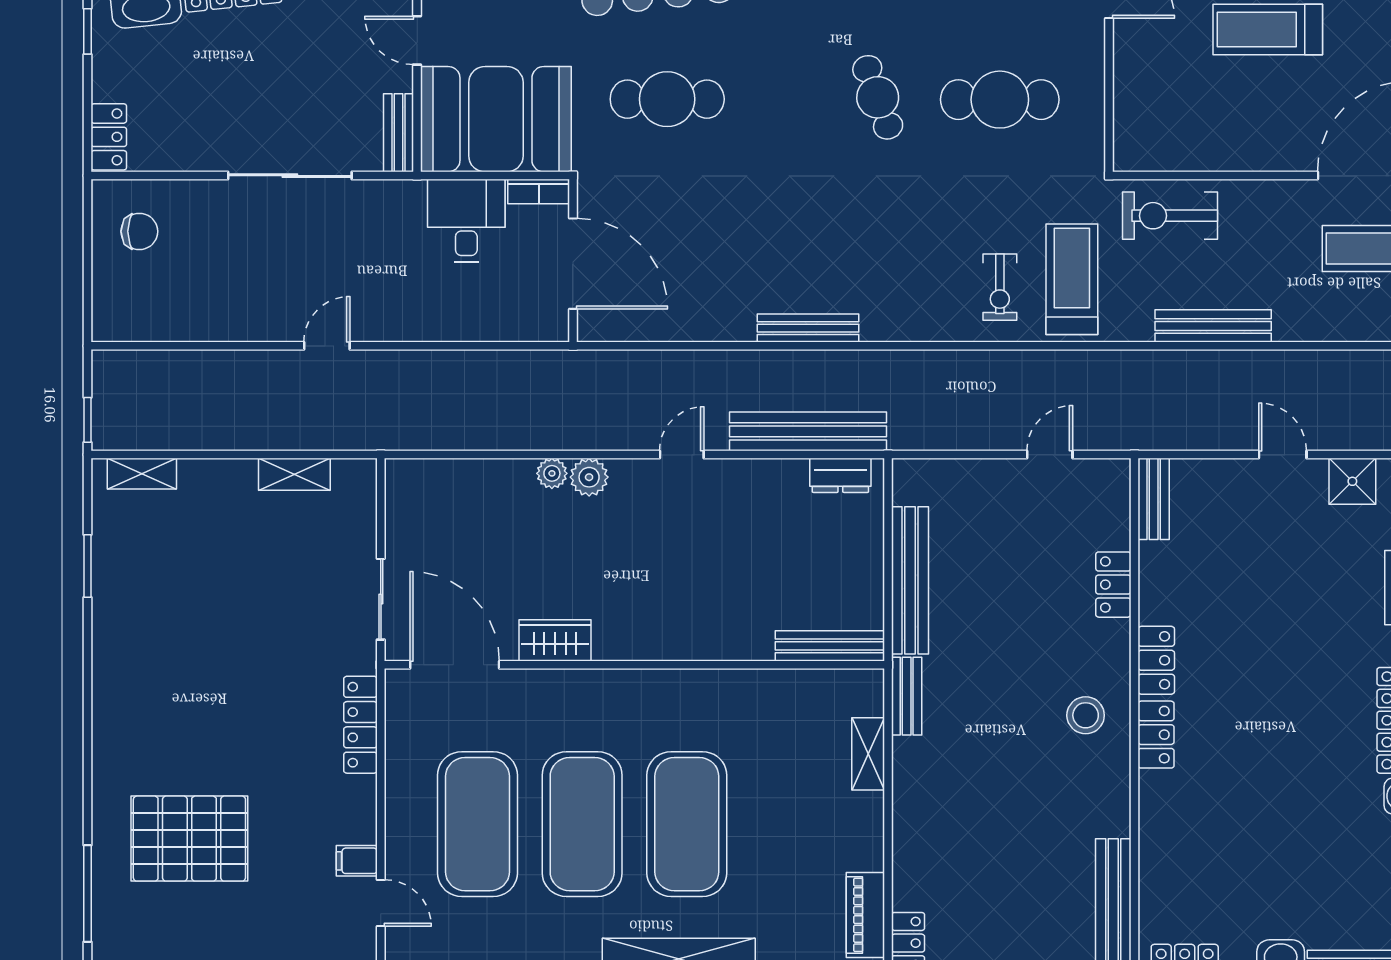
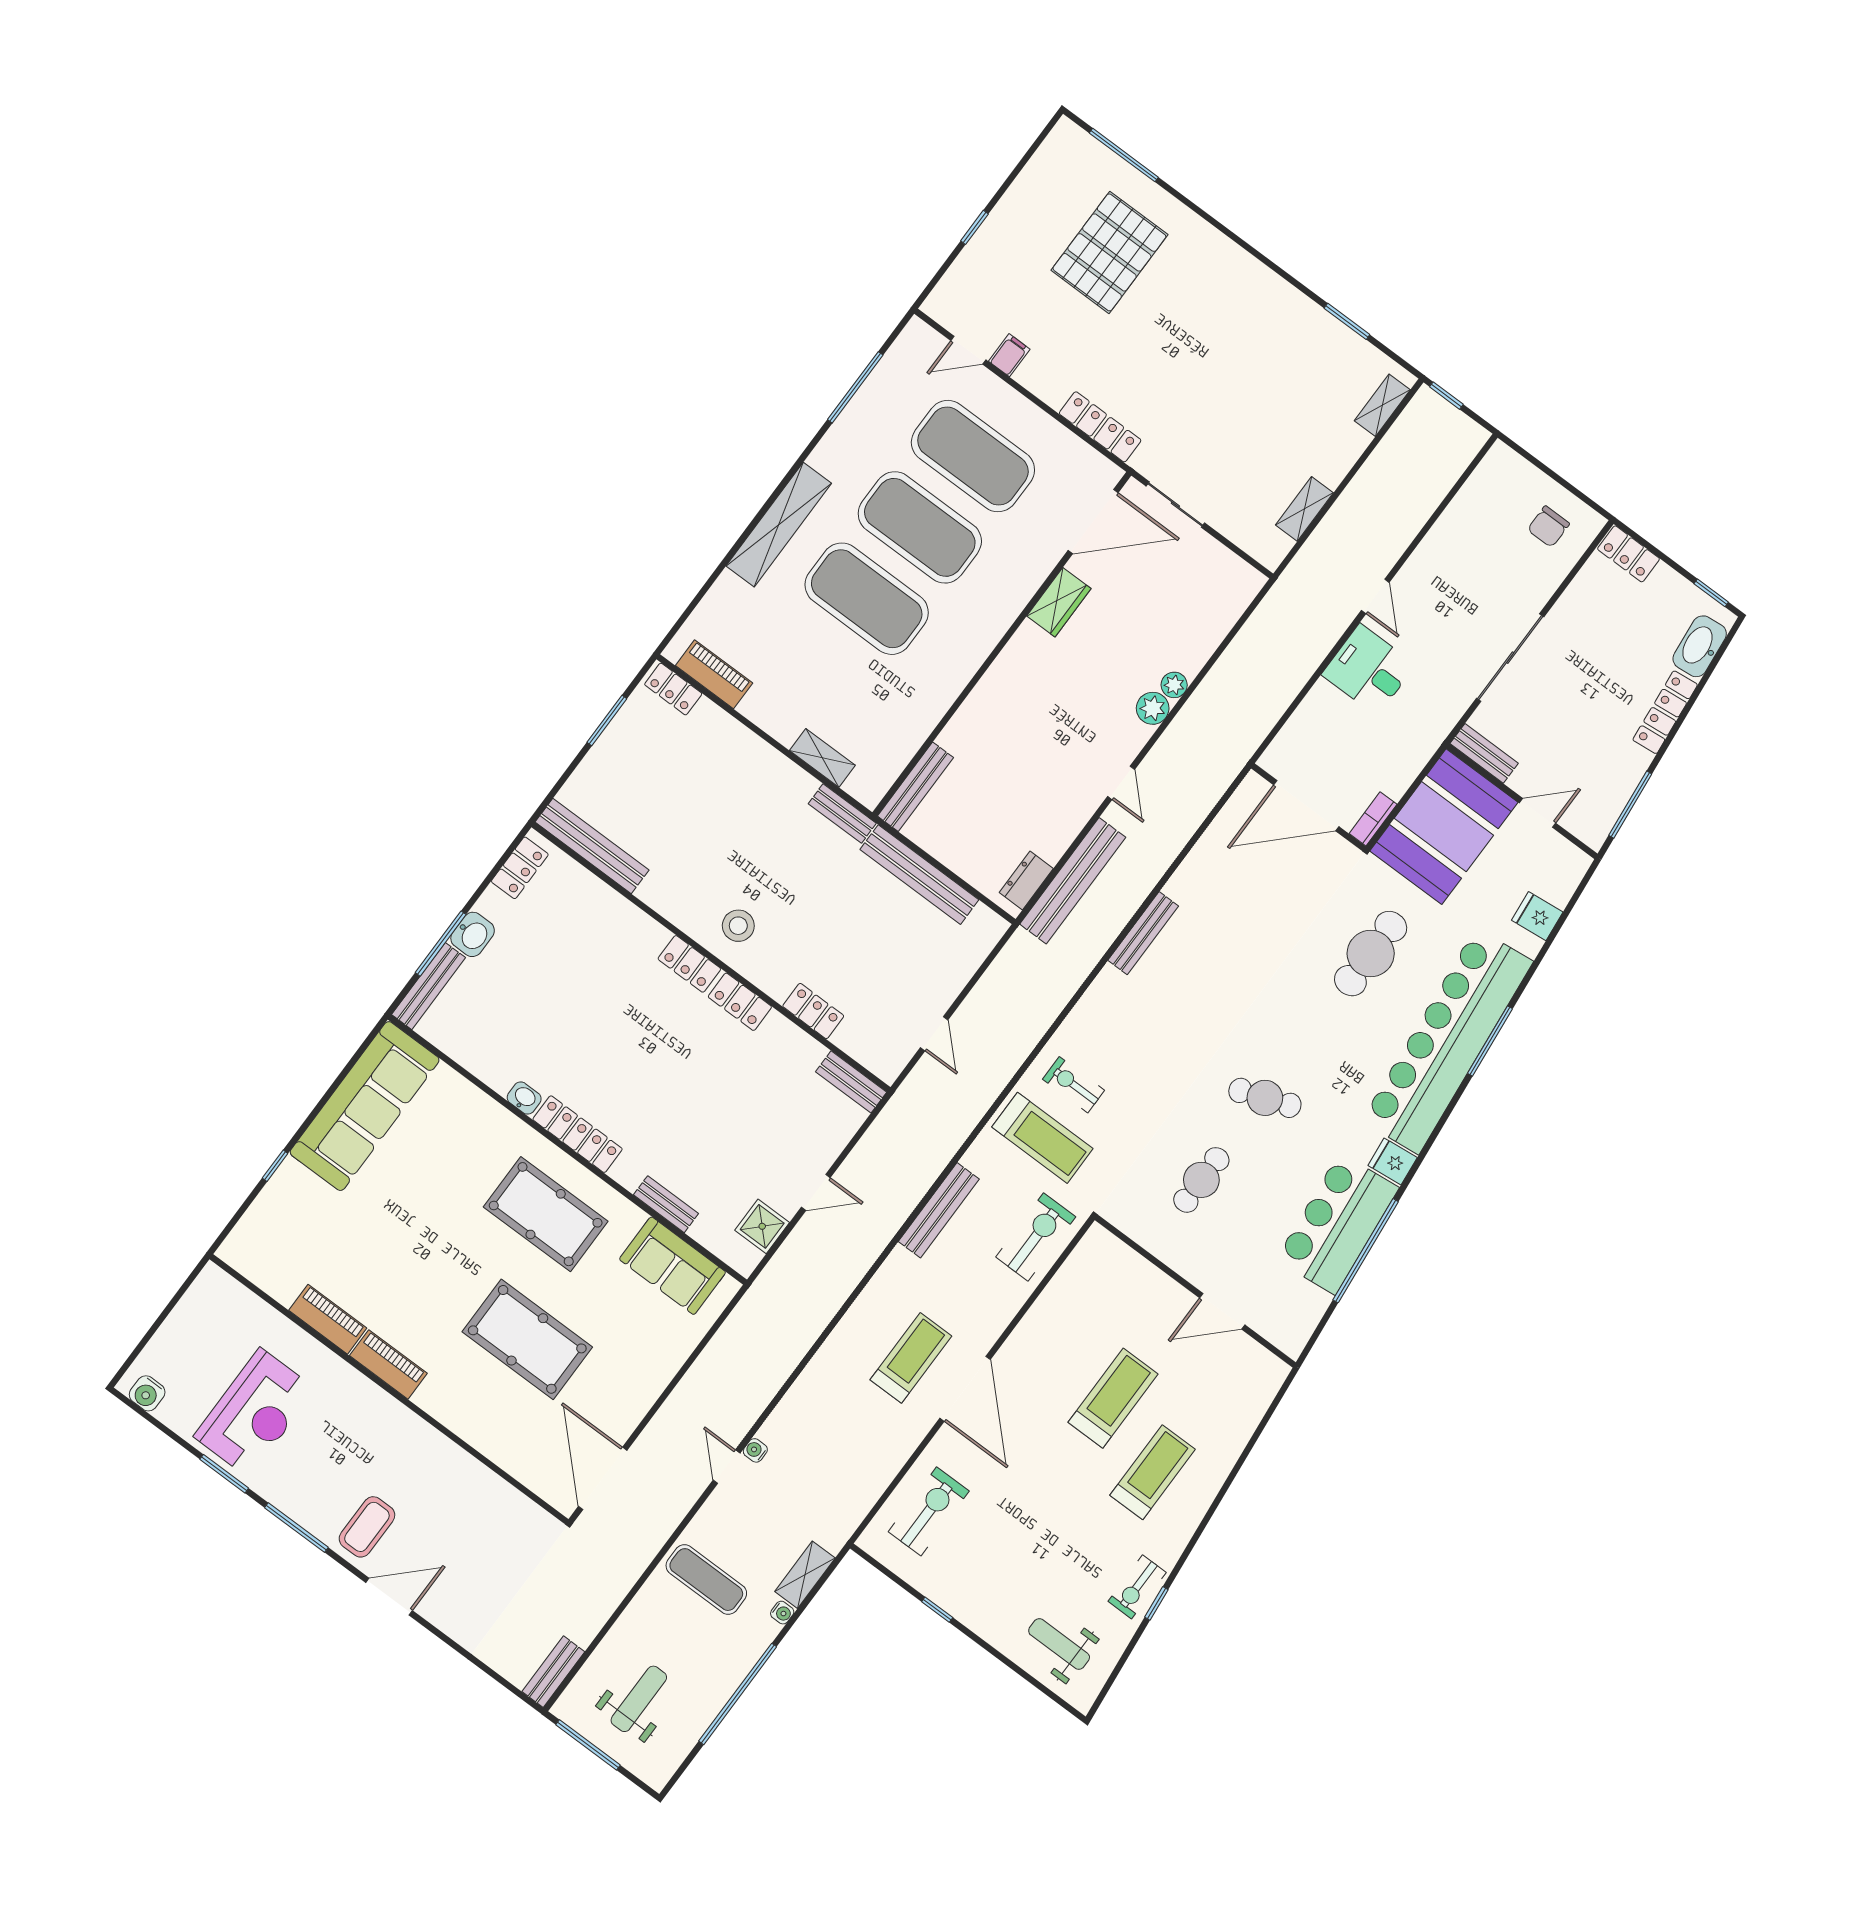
cafe table: (1000, 100) -> (1201, 1180), width x0.73, depth x0.74
desk: (466, 221) -> (1369, 670), moved, turned 180

